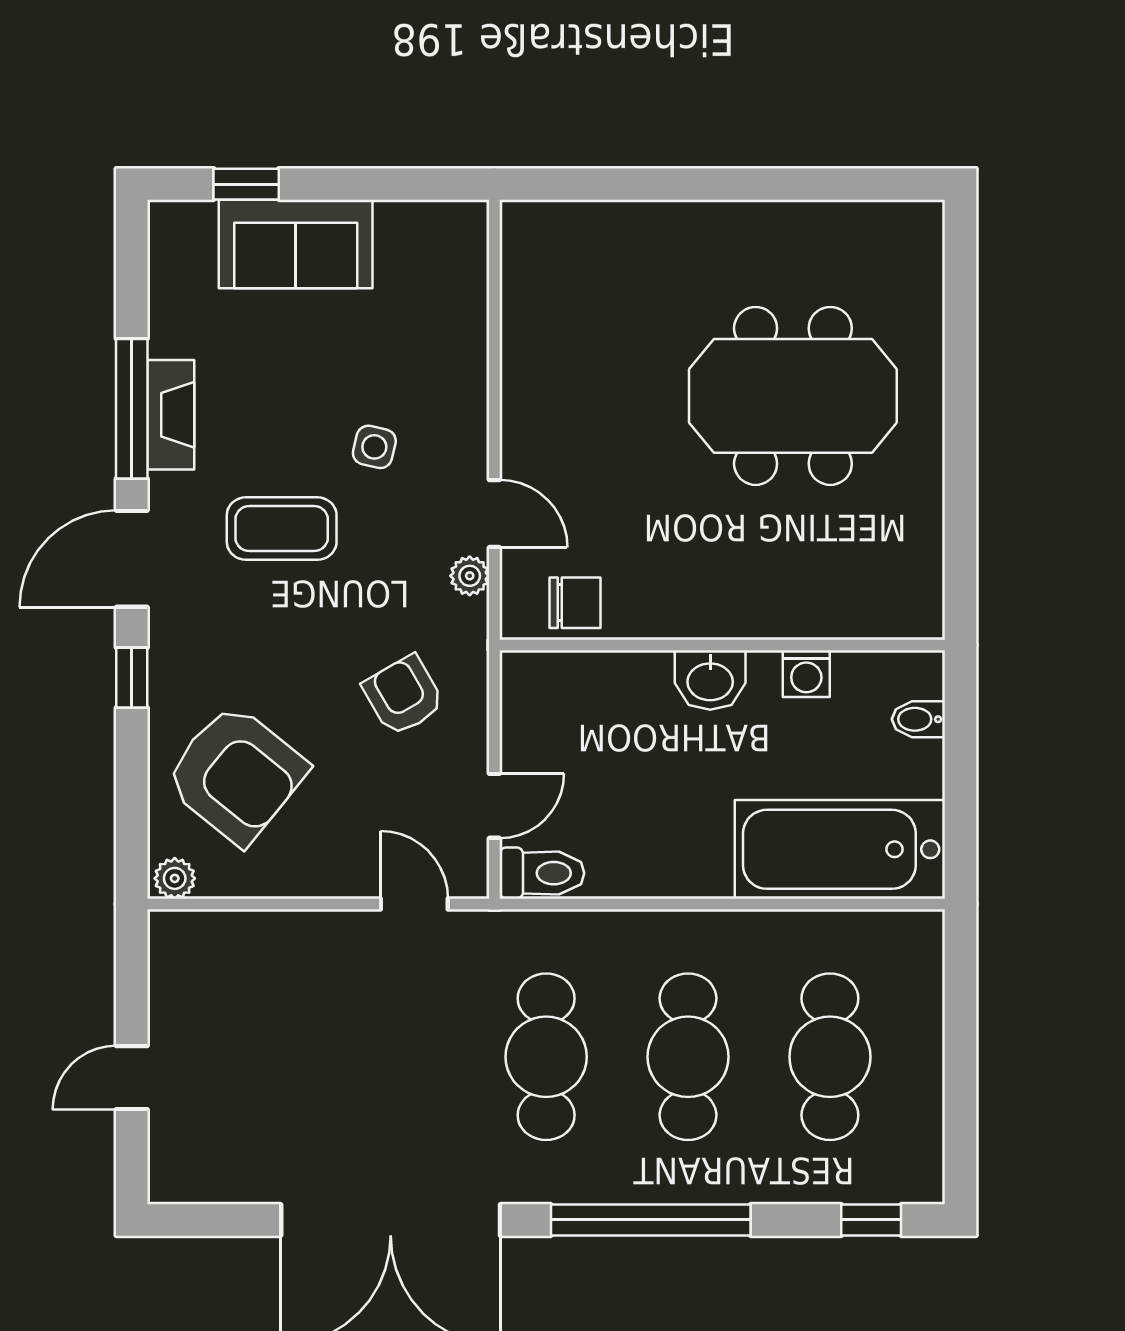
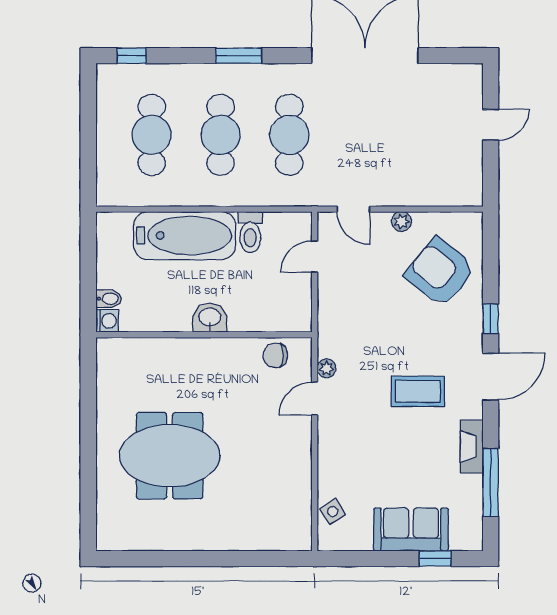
window: (132, 409) -> (491, 482), moved
side table: (374, 447) -> (333, 512), moved, turned 45
door: (494, 514) -> (315, 399), hinge flipped
washing machine: (806, 674) -> (107, 321), moved, turned 90
armchair: (403, 695) -> (359, 310), removed
bathtub: (840, 849) -> (185, 236), moved
toilet: (542, 873) -> (250, 232), moved, turned -90
plant: (175, 878) -> (401, 221), moved
window: (651, 1220) -> (239, 56), width x0.47

